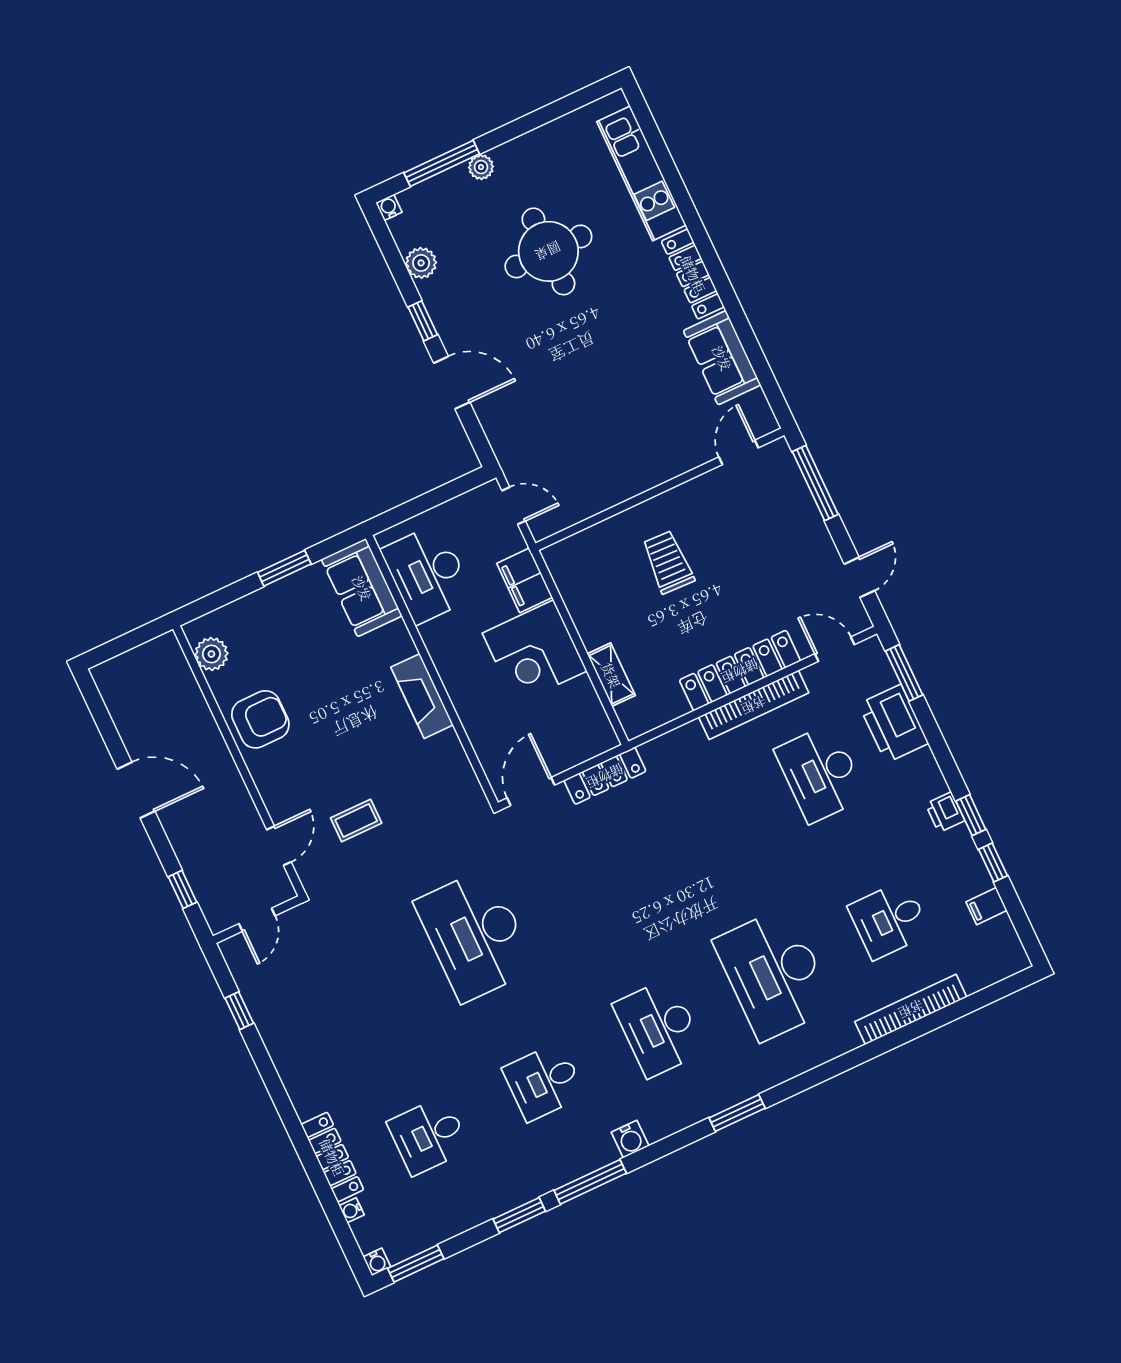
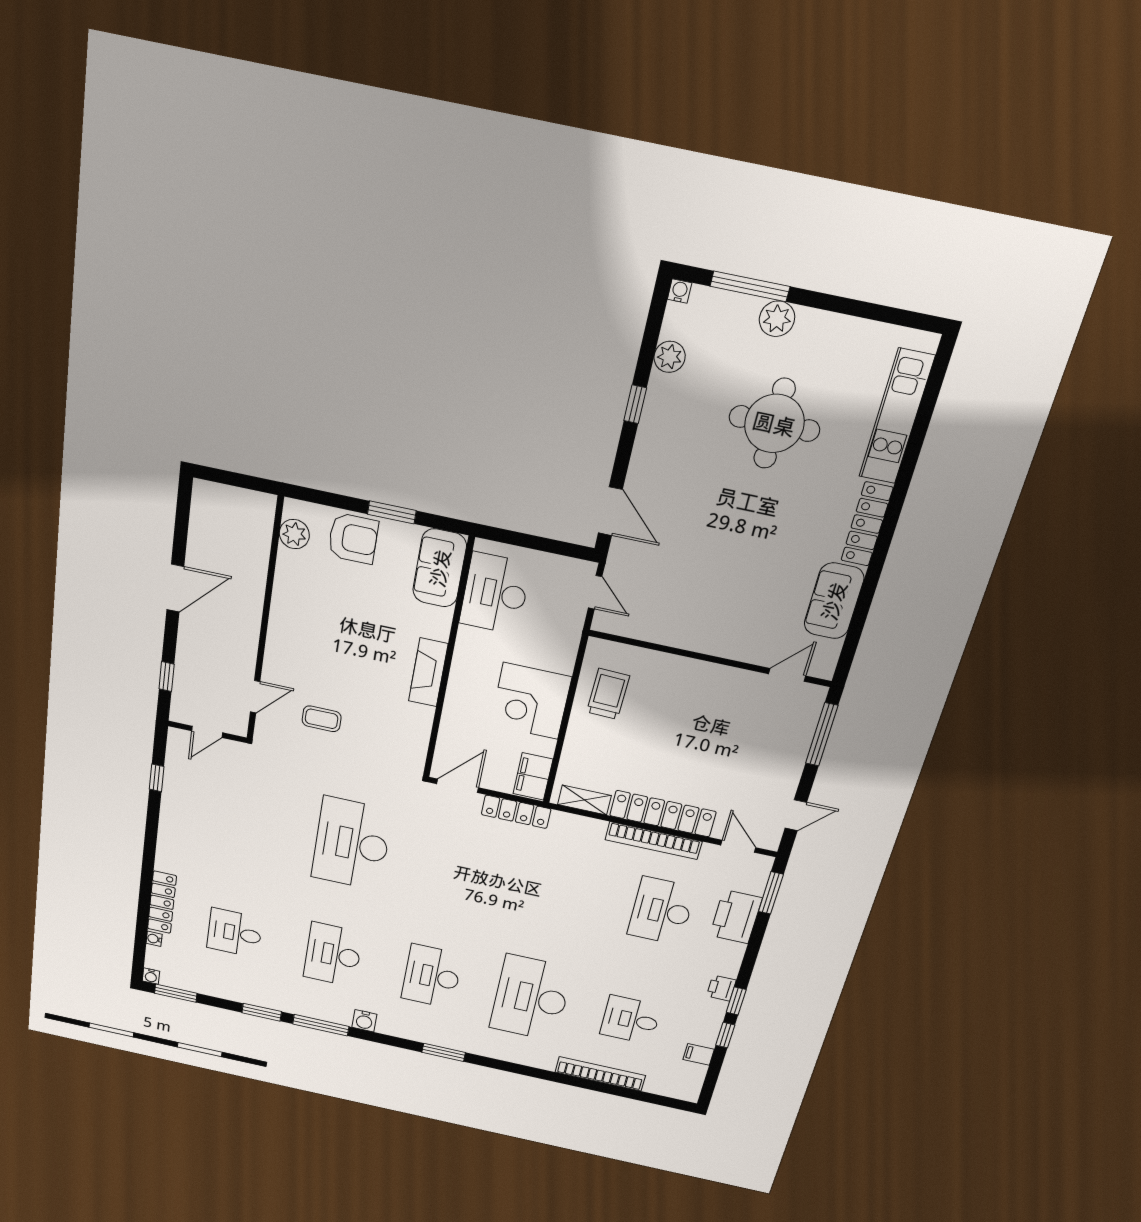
plant: (481, 167) -> (777, 319), width x1.38, depth x1.38
door: (452, 383) -> (610, 511), moved
trolley: (668, 562) -> (608, 694), moved
filing cabinet: (525, 580) -> (533, 776), moved
shelving: (611, 675) -> (584, 800), moved, turned 90
armchair: (260, 719) -> (353, 538), moved
door: (136, 790) -> (175, 588), hinge flipped
desk: (544, 1082) -> (333, 955), width x1.37

